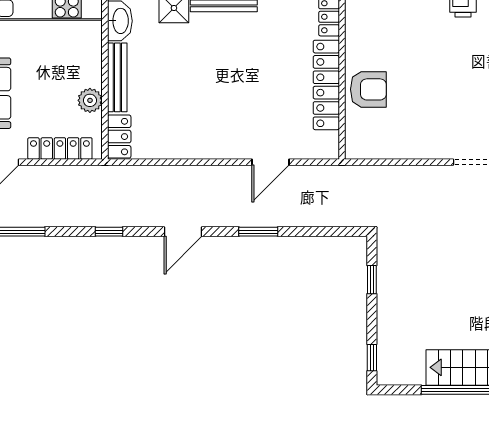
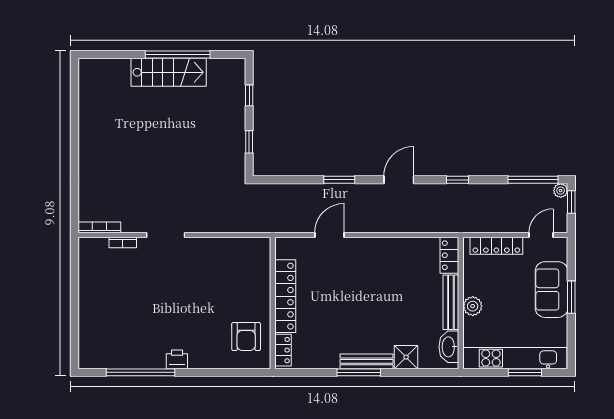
armchair: (368, 89) -> (246, 337), moved, turned -90
plant: (90, 100) -> (473, 306), moved
window: (372, 358) -> (249, 95), moved

